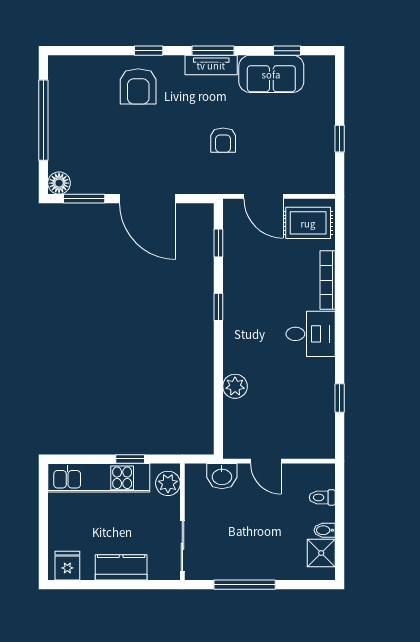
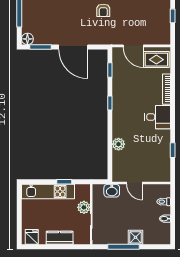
armchair: (223, 140) -> (103, 10), moved
plant: (168, 483) -> (84, 207), moved
shower: (321, 553) -> (135, 237), moved

